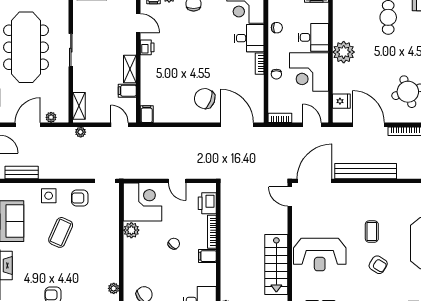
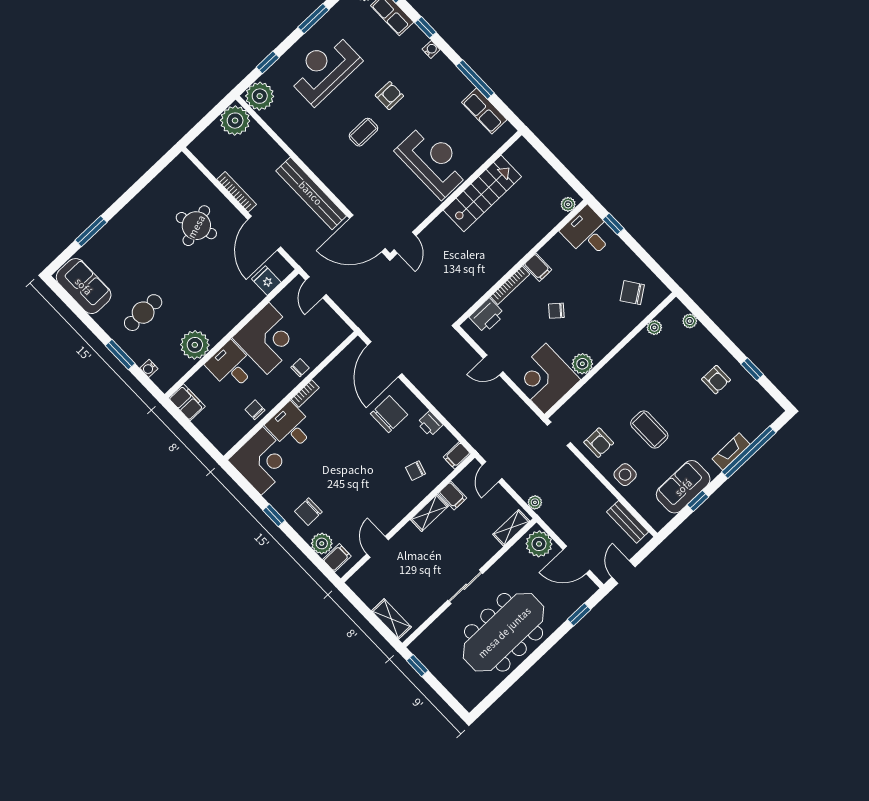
printer: (147, 47) -> (430, 424), moved, turned -90
plant: (344, 52) -> (195, 345), moved
chair: (160, 84) -> (416, 471), added
chair: (205, 98) -> (389, 414), turned -111
plant: (51, 117) -> (539, 544), width x1.88, depth x1.88
bookcase: (280, 118) -> (339, 324), removed
door: (177, 181) -> (493, 365), swing flipped
coffee table: (61, 232) -> (649, 430), turned 66
armchair: (378, 265) -> (389, 96), turned 58

